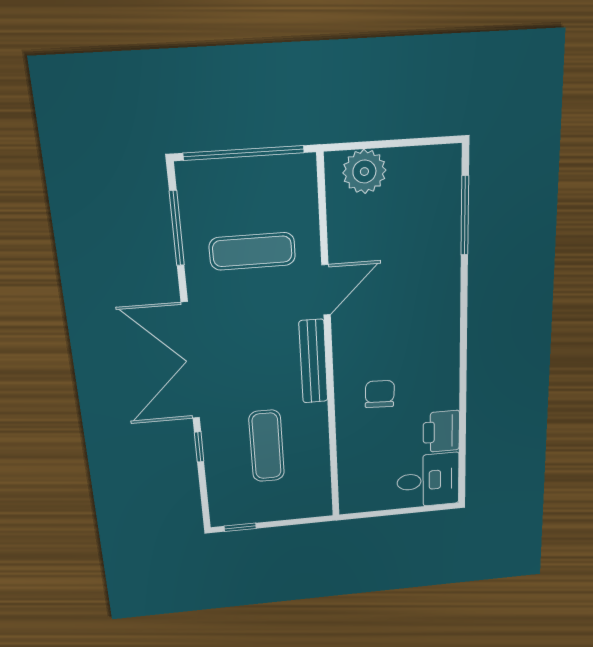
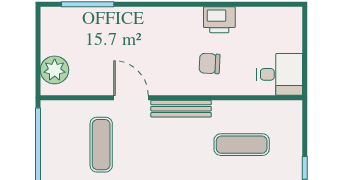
printer: (441, 431) -> (219, 20), moved
desk: (428, 480) -> (280, 74), moved, turned 90

